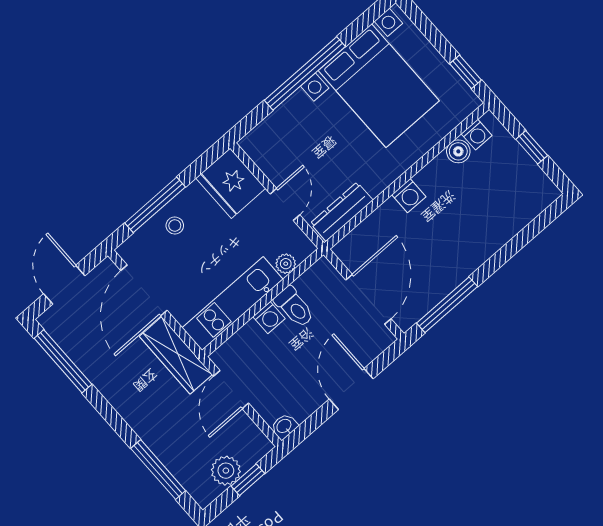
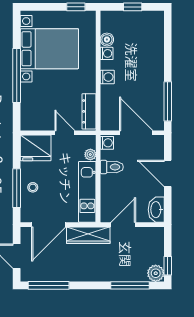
washing machine: (477, 135) -> (107, 53), moved
door: (144, 290) -> (49, 225), hinge flipped
washing machine: (269, 318) -> (107, 143), moved
door: (231, 390) -> (123, 225), swing flipped
washbasin: (284, 426) -> (156, 210), width x1.91, depth x1.45
plant: (226, 471) -> (156, 273), moved
window: (248, 480) -> (168, 266), moved

